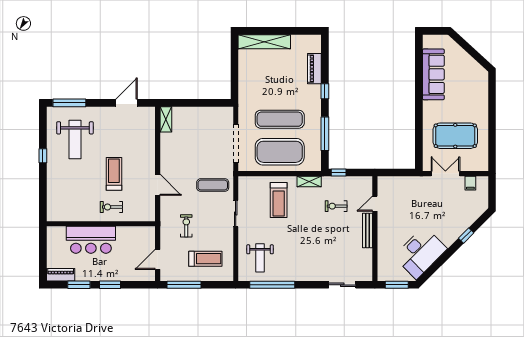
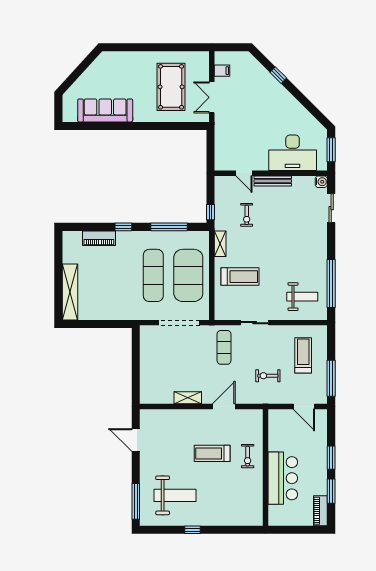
shelving: (166, 119) -> (188, 398), moved
desk: (420, 253) -> (293, 153), moved, turned 135
water cooler: (367, 276) -> (321, 182), added

